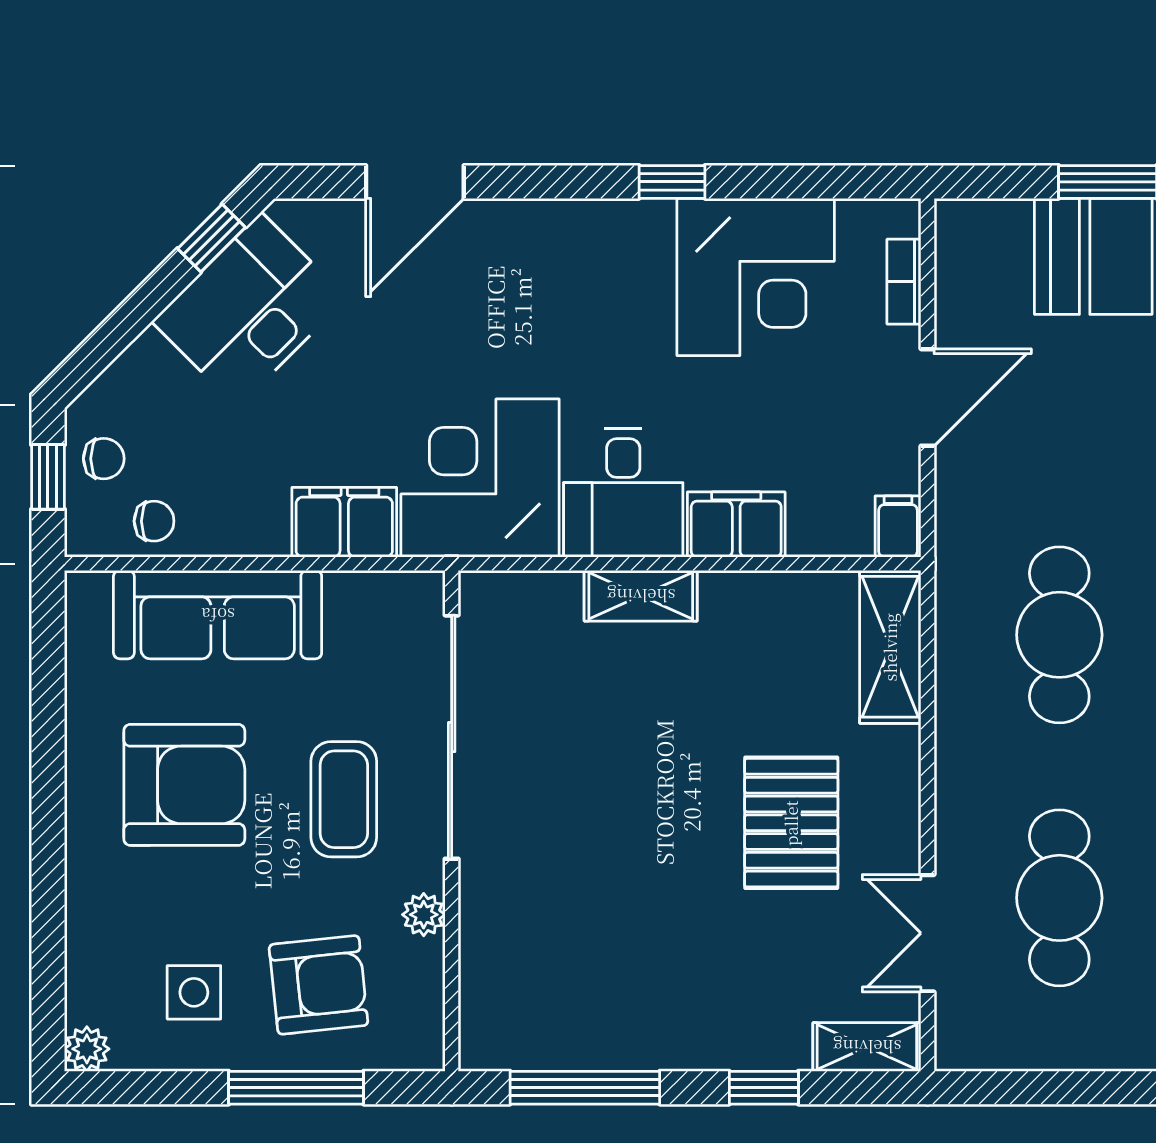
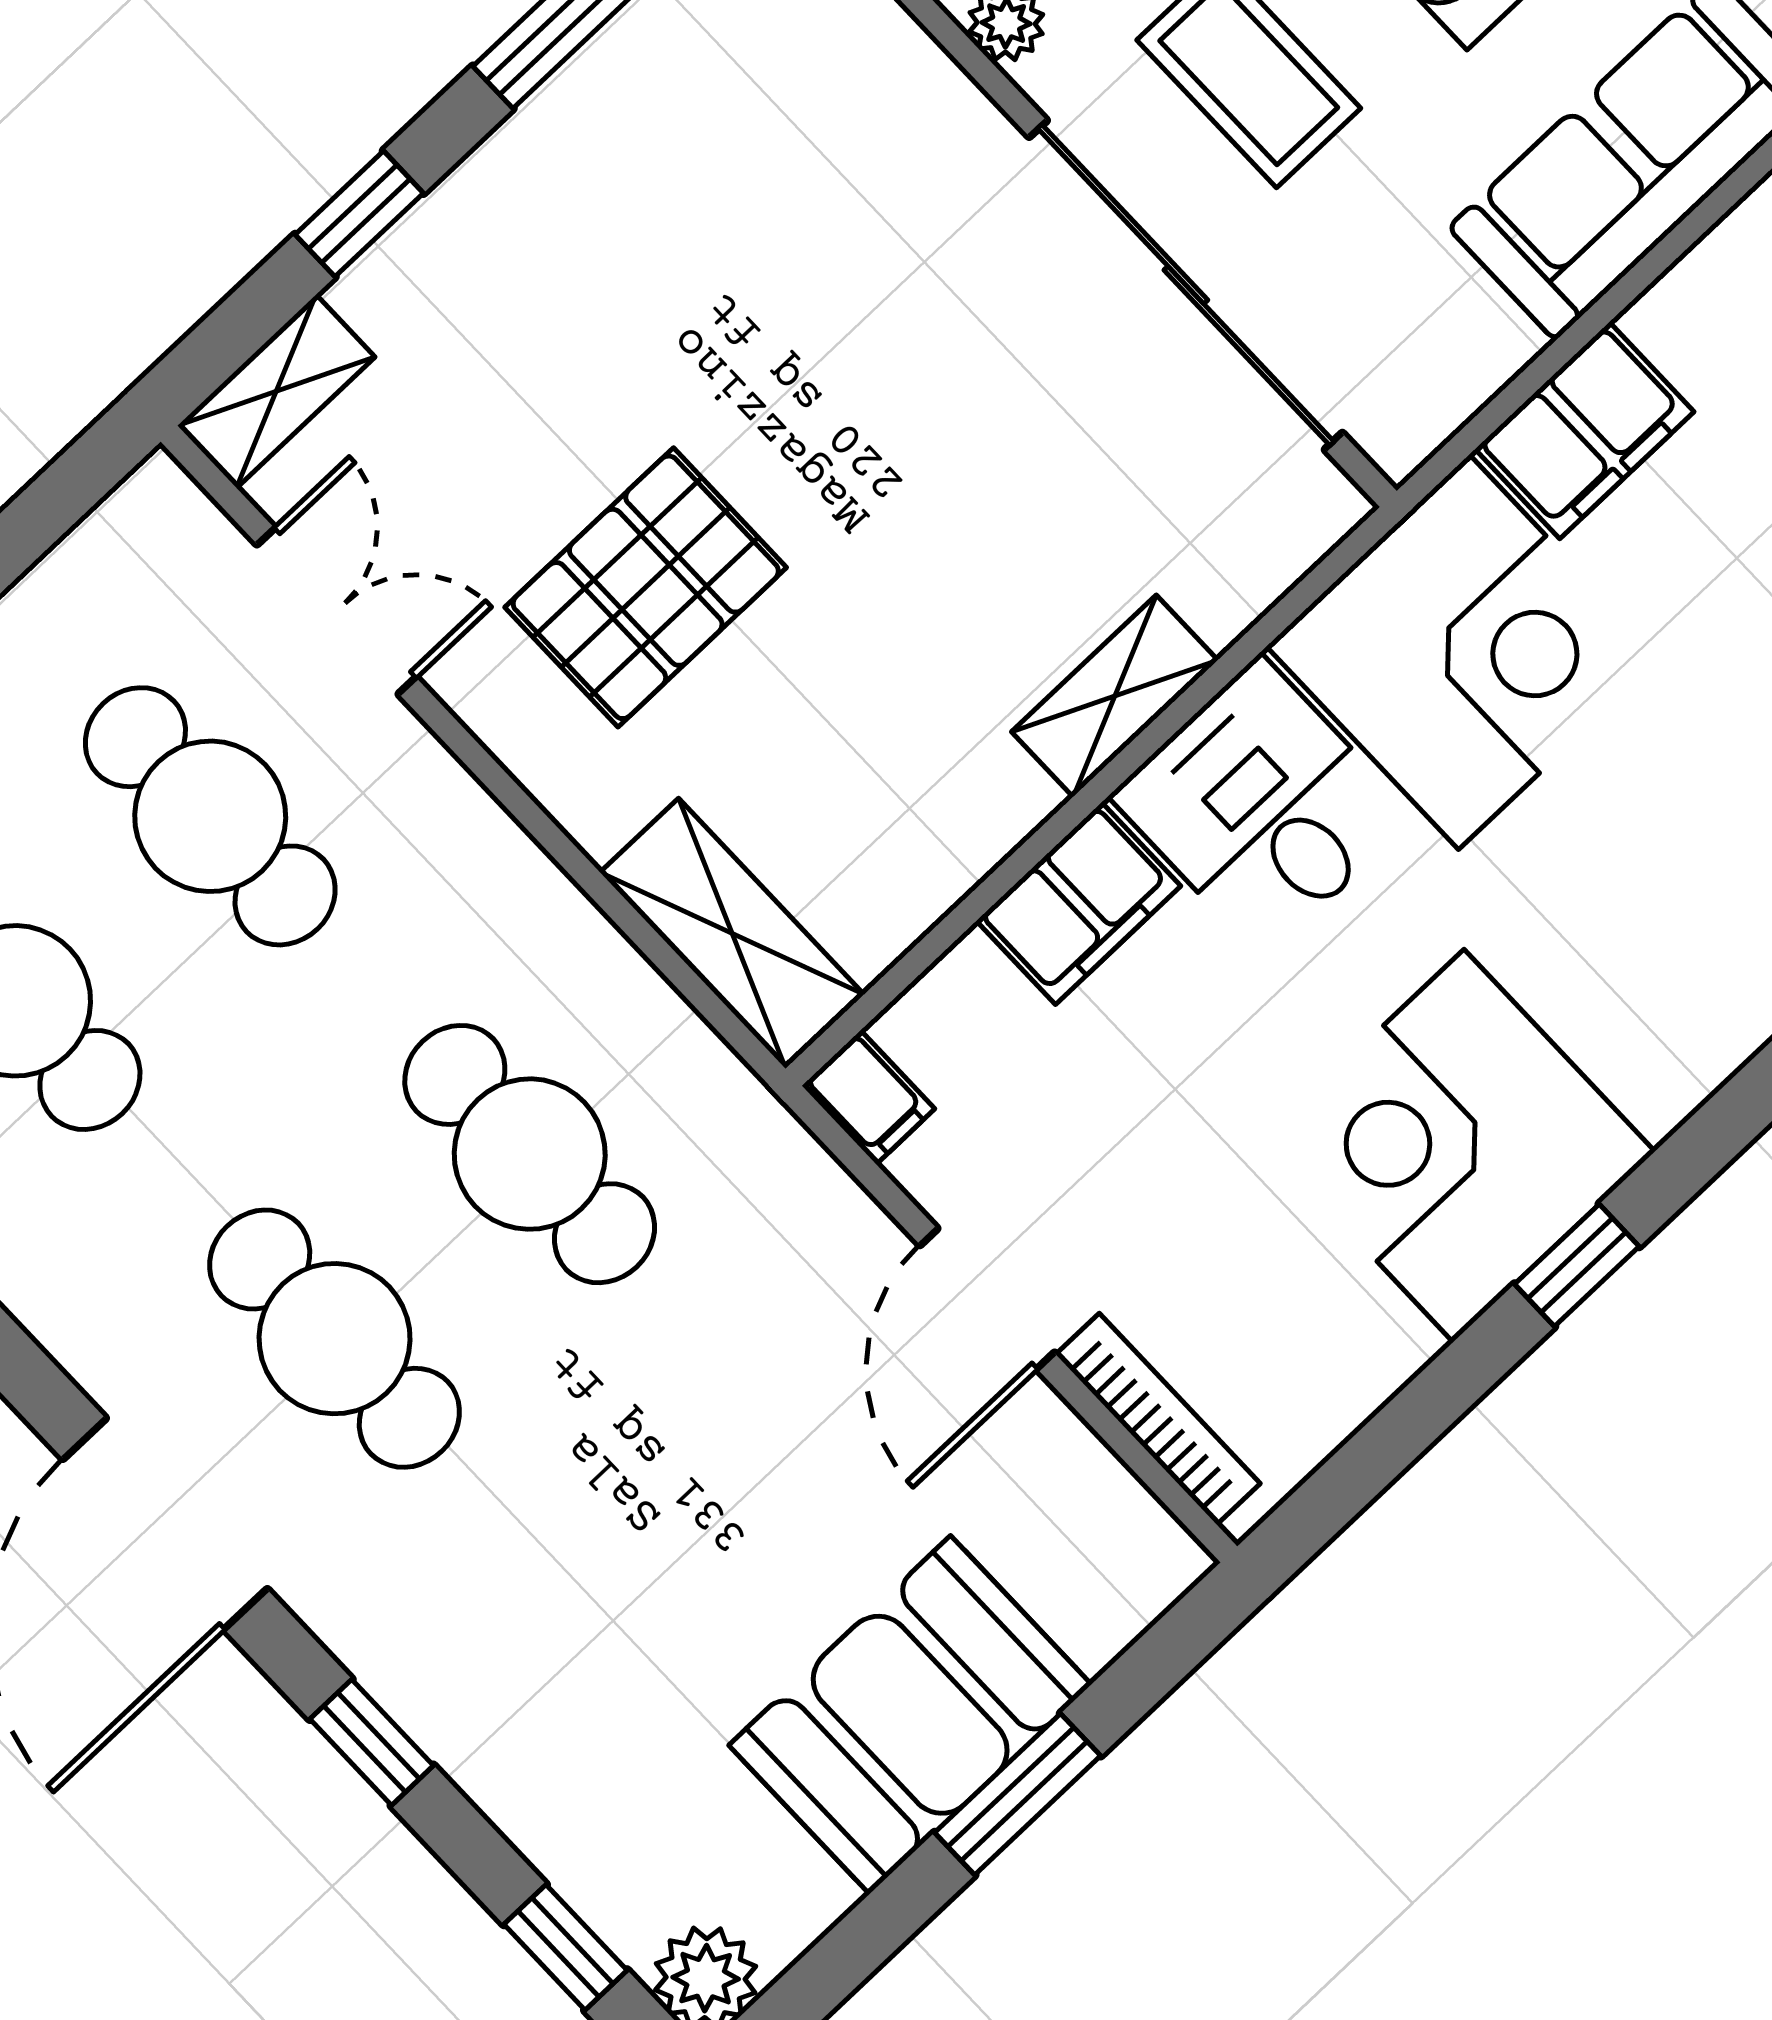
corner desk: (756, 277) -> (1459, 1146), moved
bookcase: (904, 282) -> (1158, 1419), width x1.56
pallet: (791, 823) -> (646, 587), turned 90

